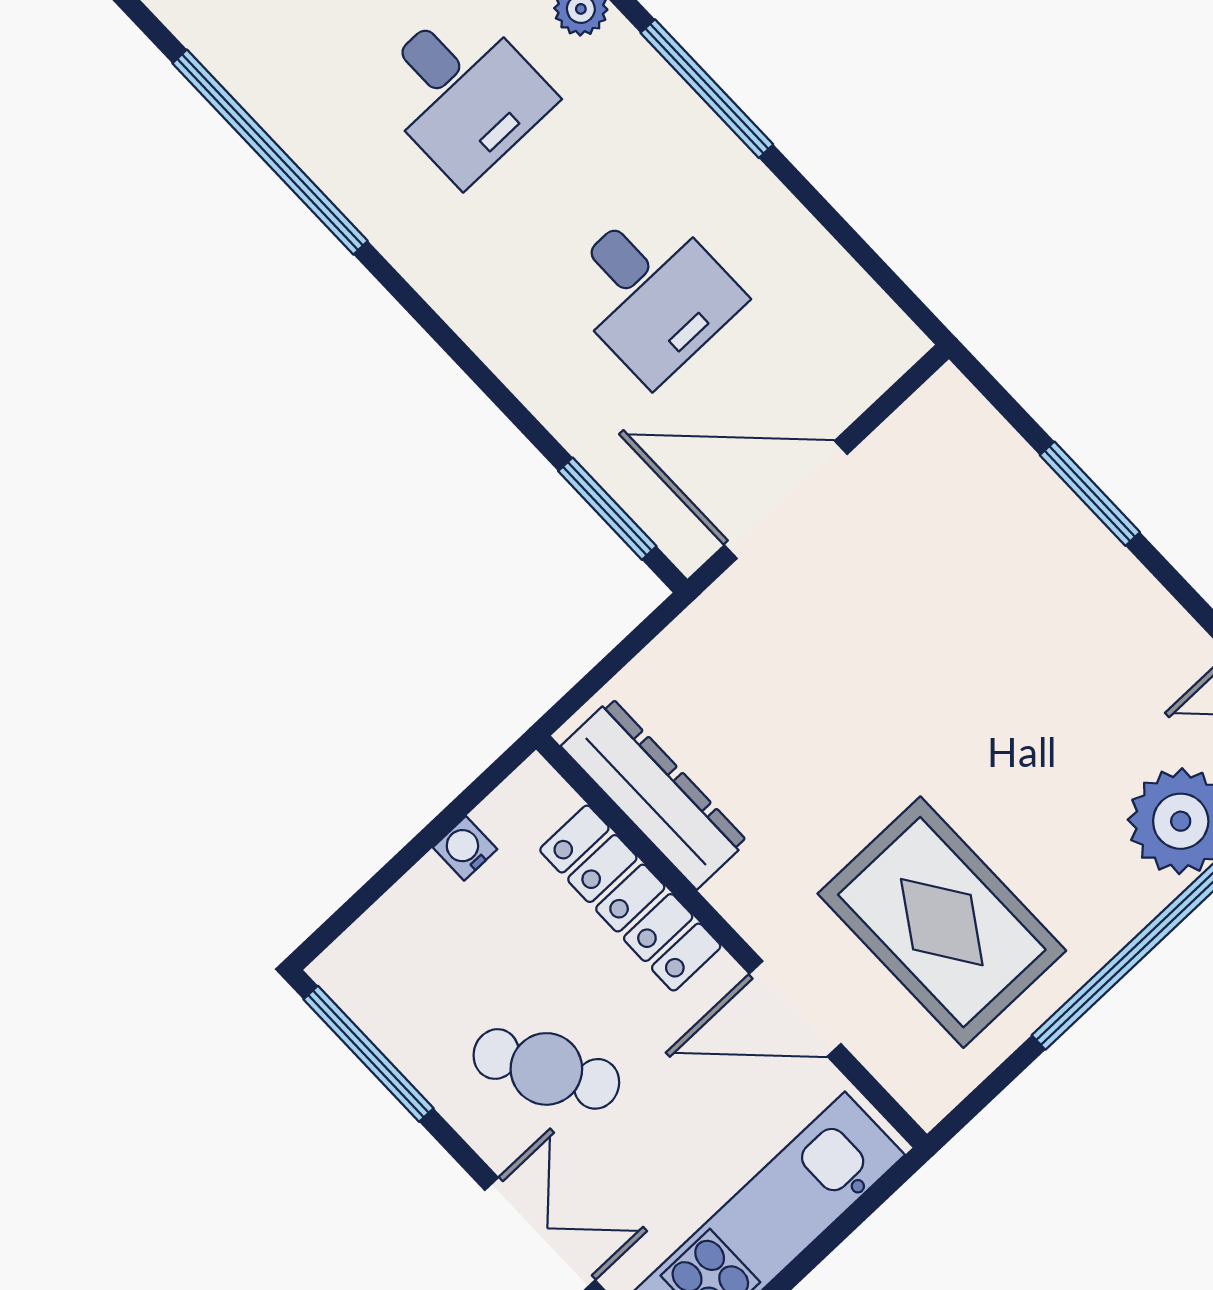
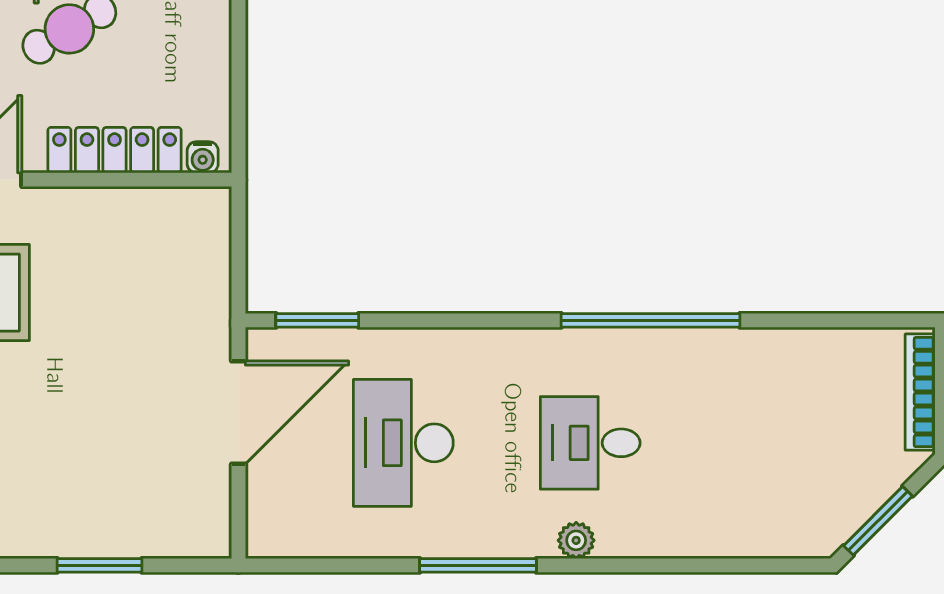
desk: (651, 293) -> (403, 443), width x1.37
dresser: (654, 794) -> (155, 210), removed
water cooler: (465, 848) -> (203, 157), moved, turned 90

